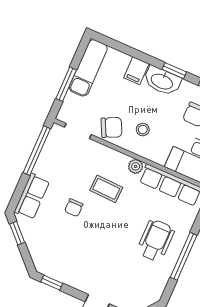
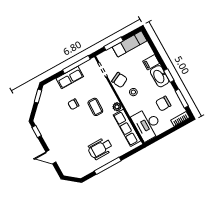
row of seats: (32, 196) -> (70, 77), moved
wheelchair: (156, 240) -> (100, 148), turned 180

